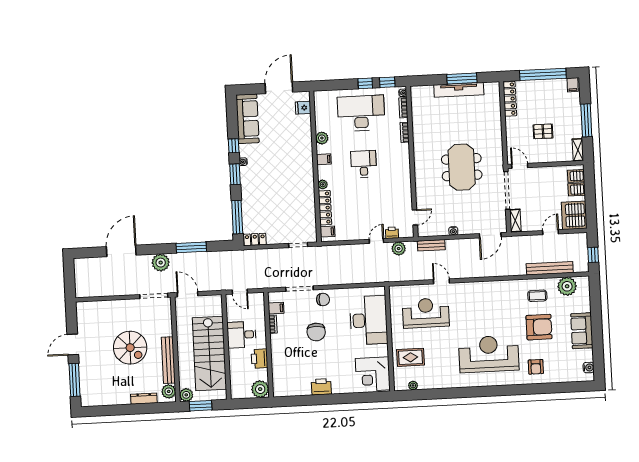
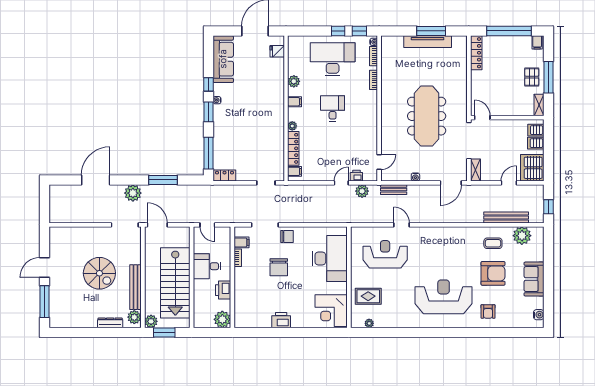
pallet: (543, 131) -> (532, 77), moved, turned 90
meeting table: (462, 167) -> (427, 116), width x1.36

